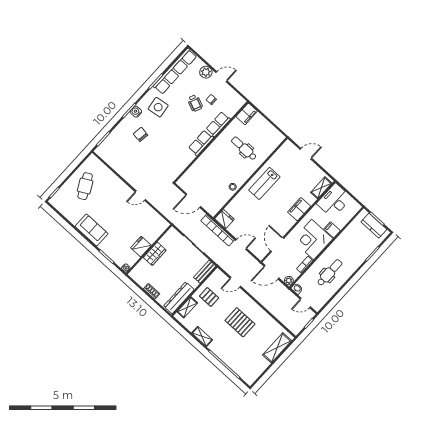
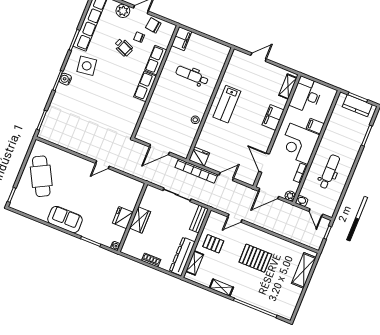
chair: (141, 134) -> (153, 25), moved
cafe table: (85, 186) -> (41, 176), width x1.37, depth x1.35
door: (305, 303) -> (316, 213), hinge flipped

